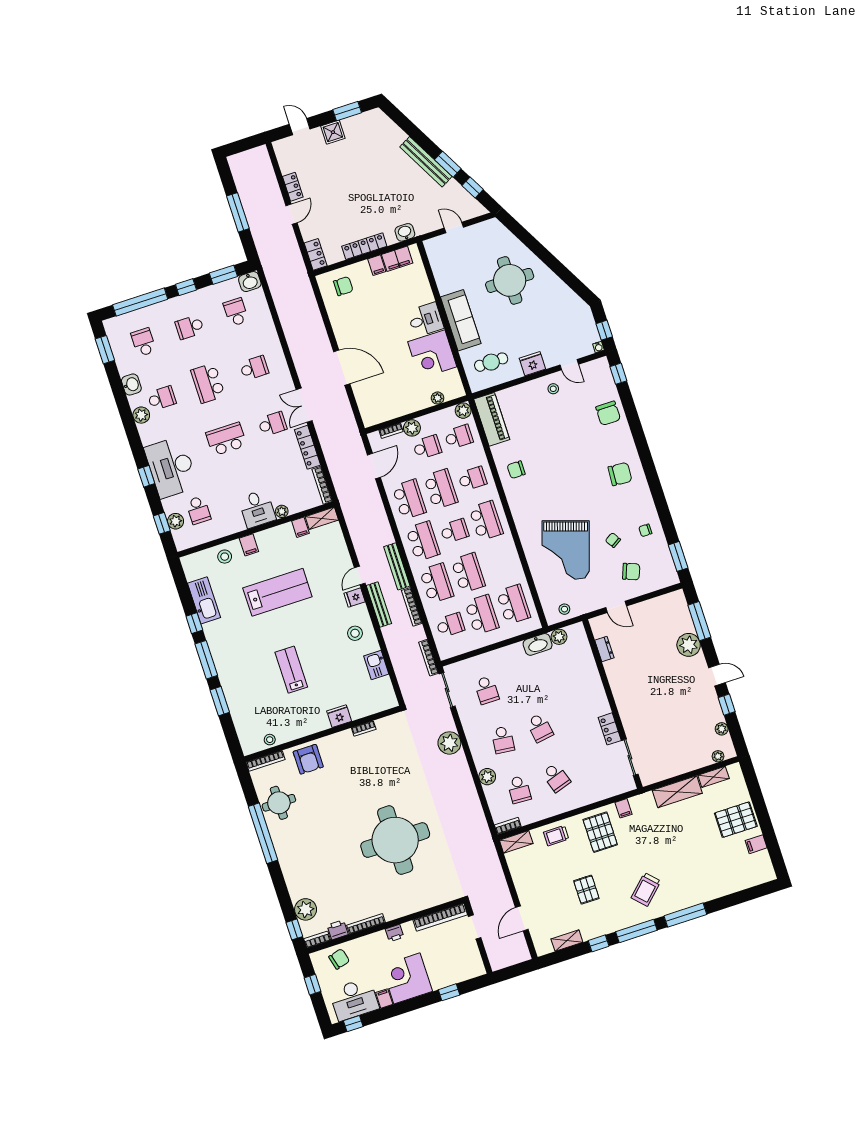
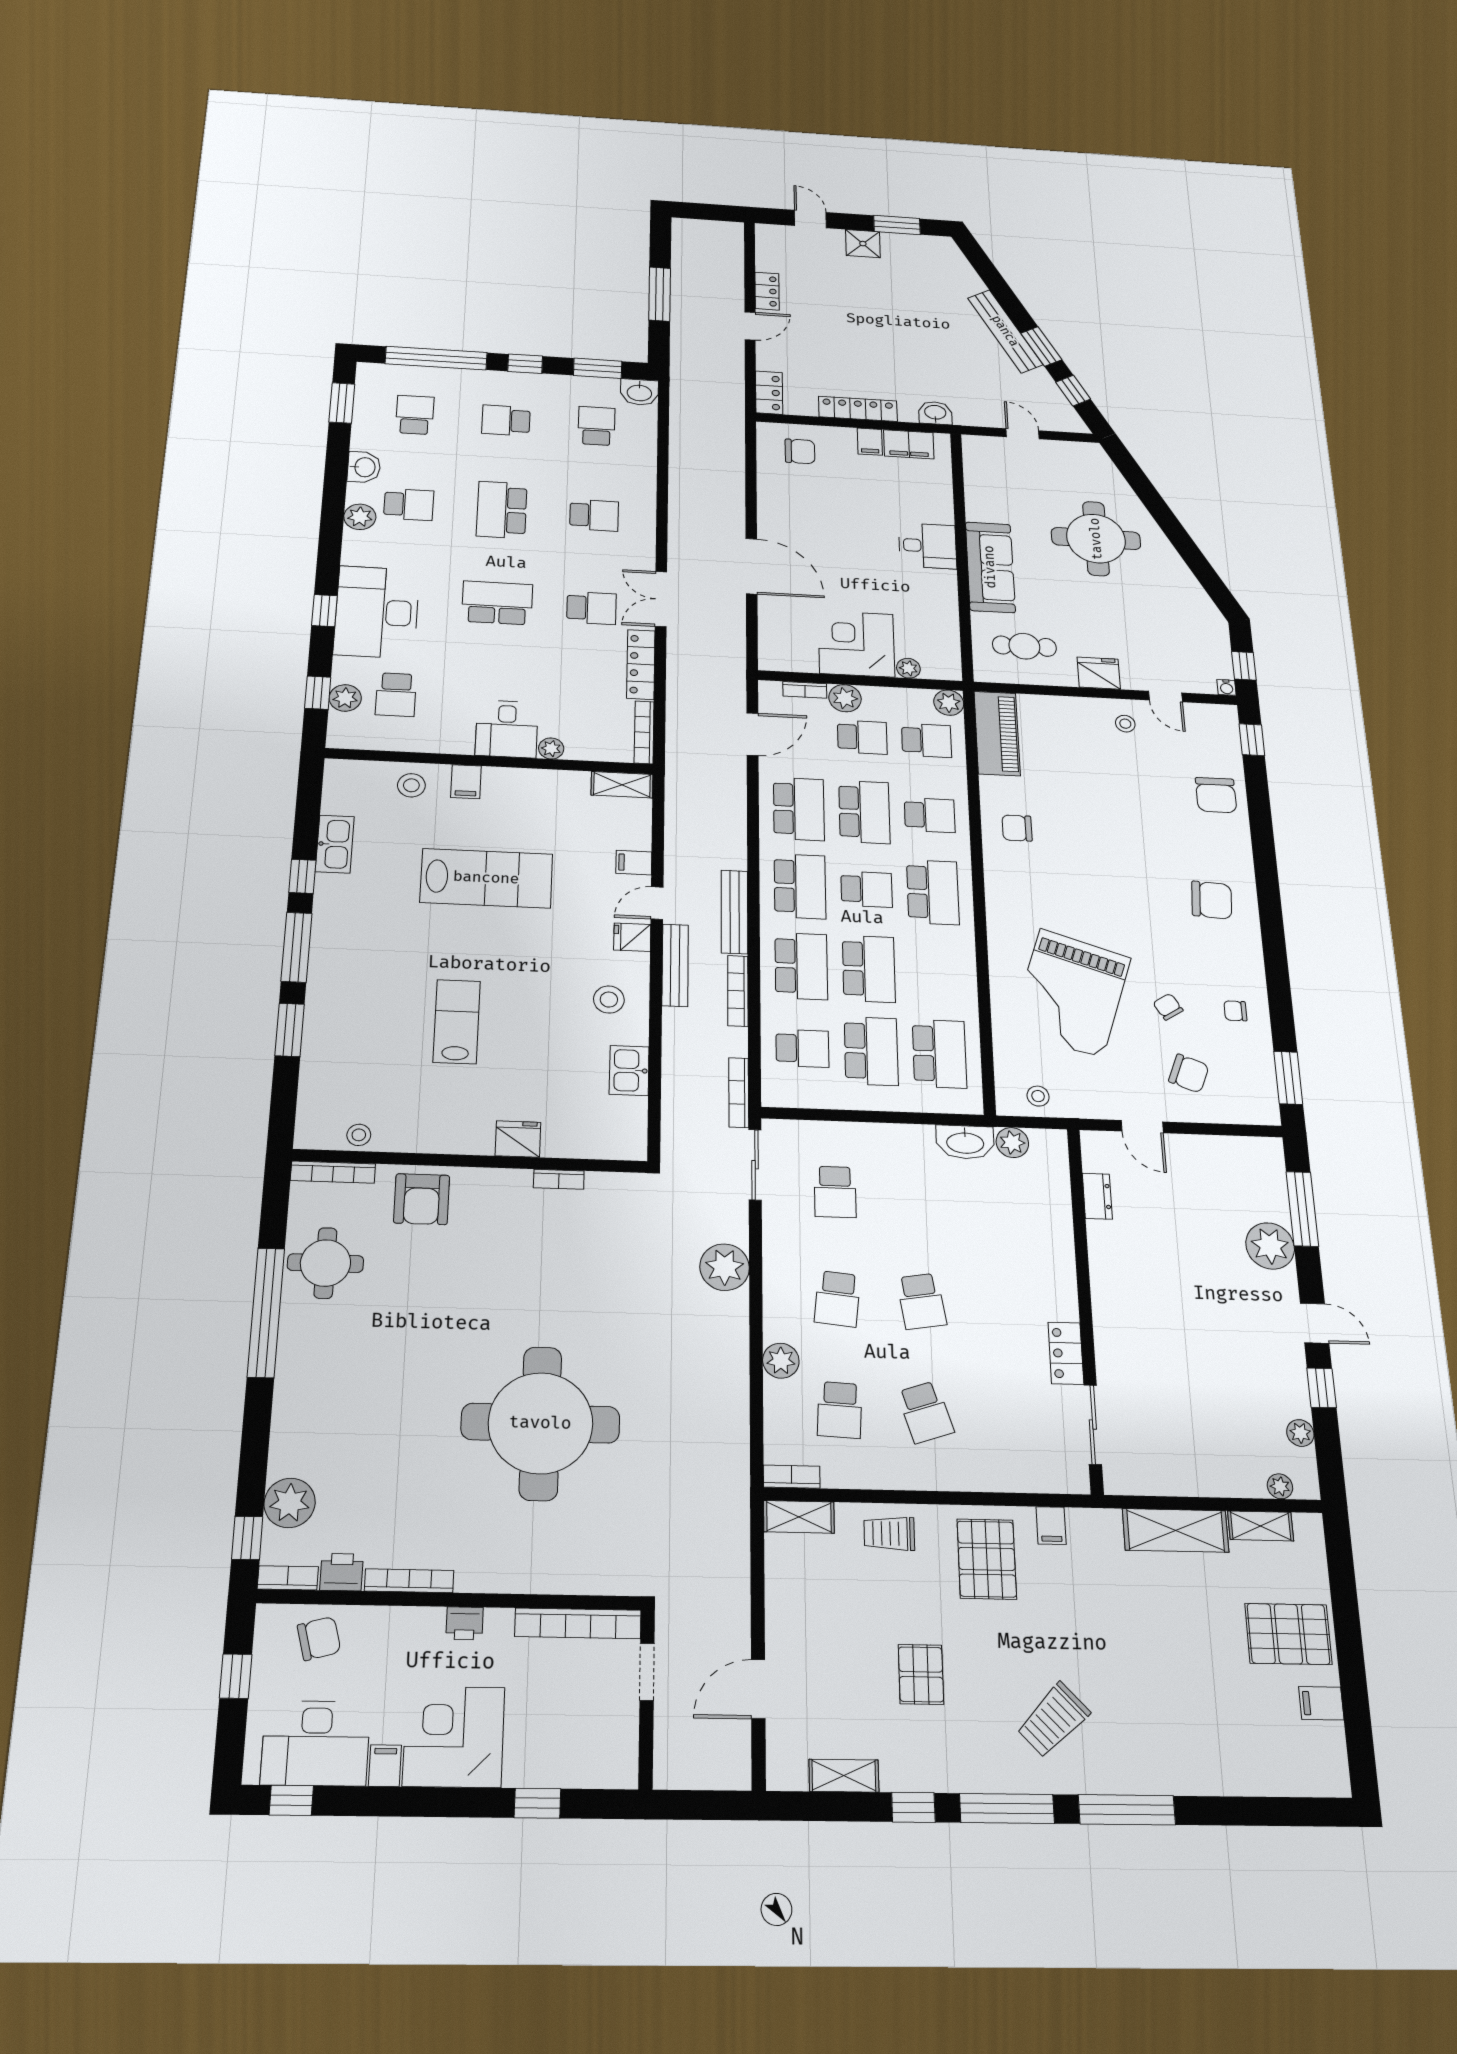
corner desk: (432, 354) -> (856, 644), moved, turned 90
filing cabinet: (300, 527) -> (634, 863), moved, turned 90
kitchen sink: (204, 600) -> (335, 844), width x0.73, depth x0.81

